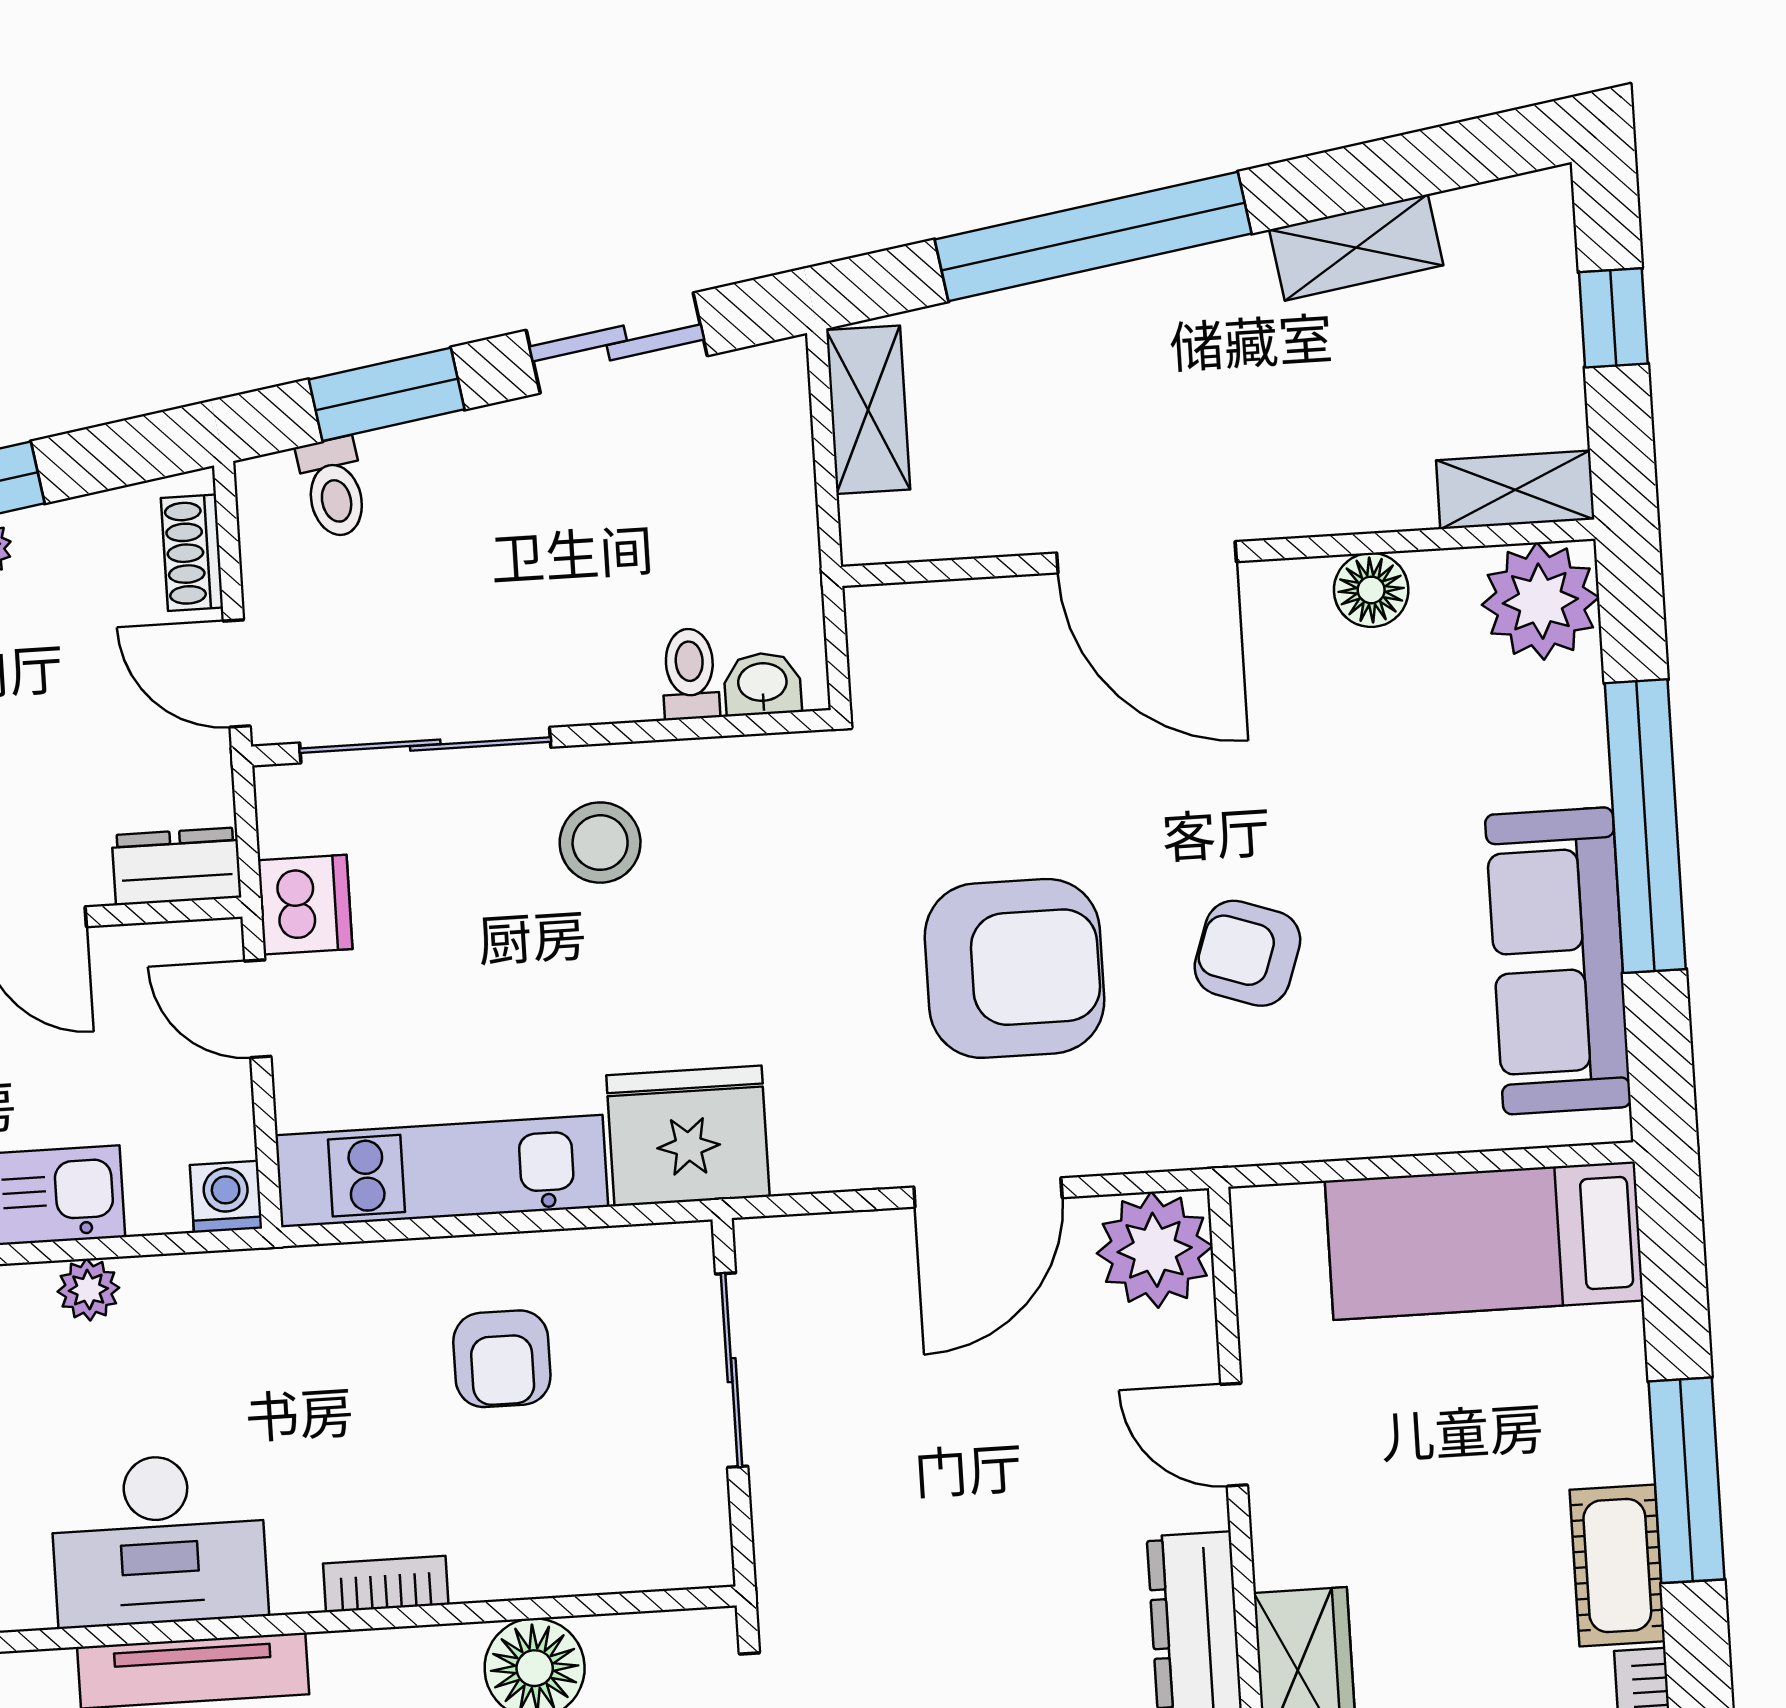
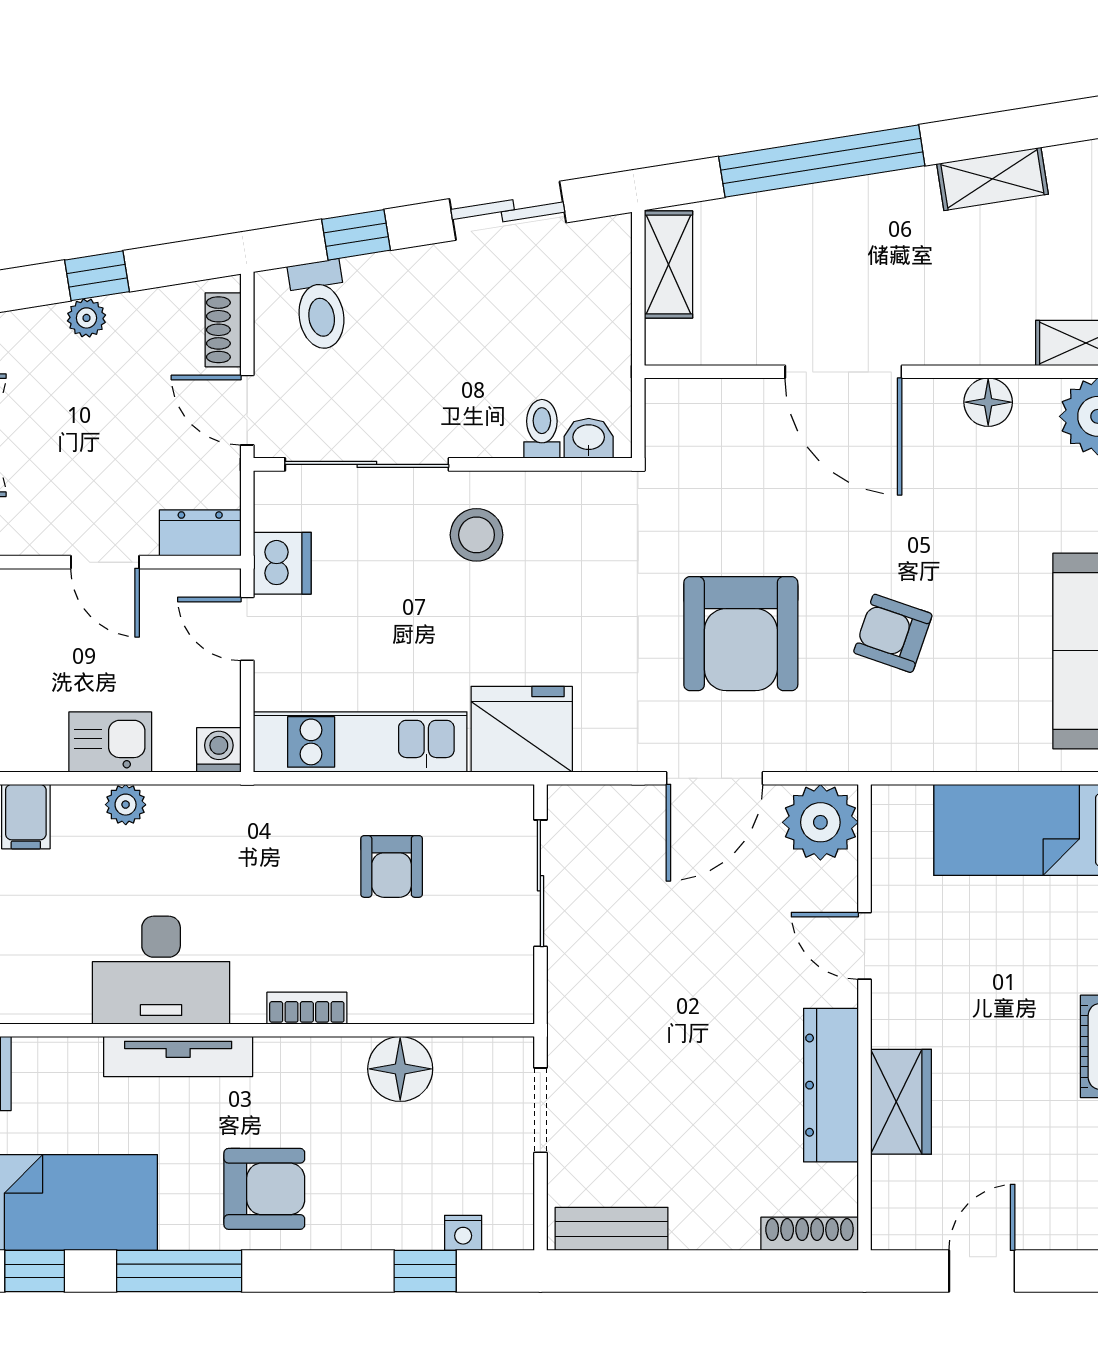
window: (387, 394) -> (356, 235), width x0.67
toilet: (334, 488) -> (320, 305), width x1.37, depth x1.39
armchair: (1015, 968) -> (741, 634), turned 90

